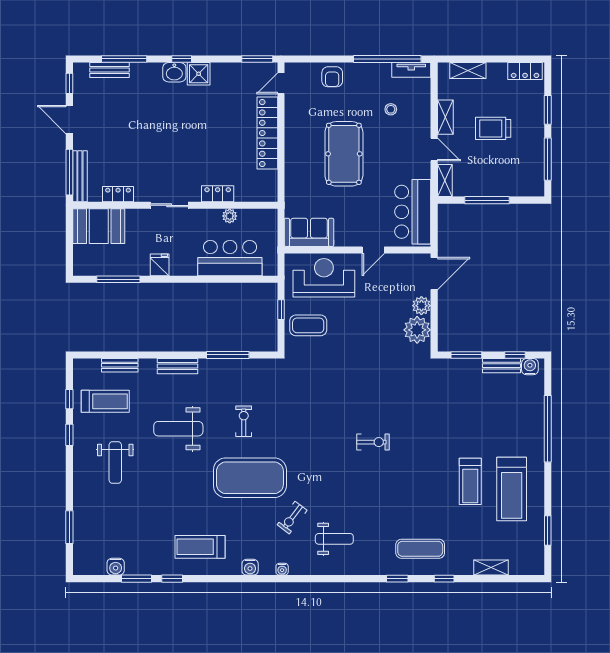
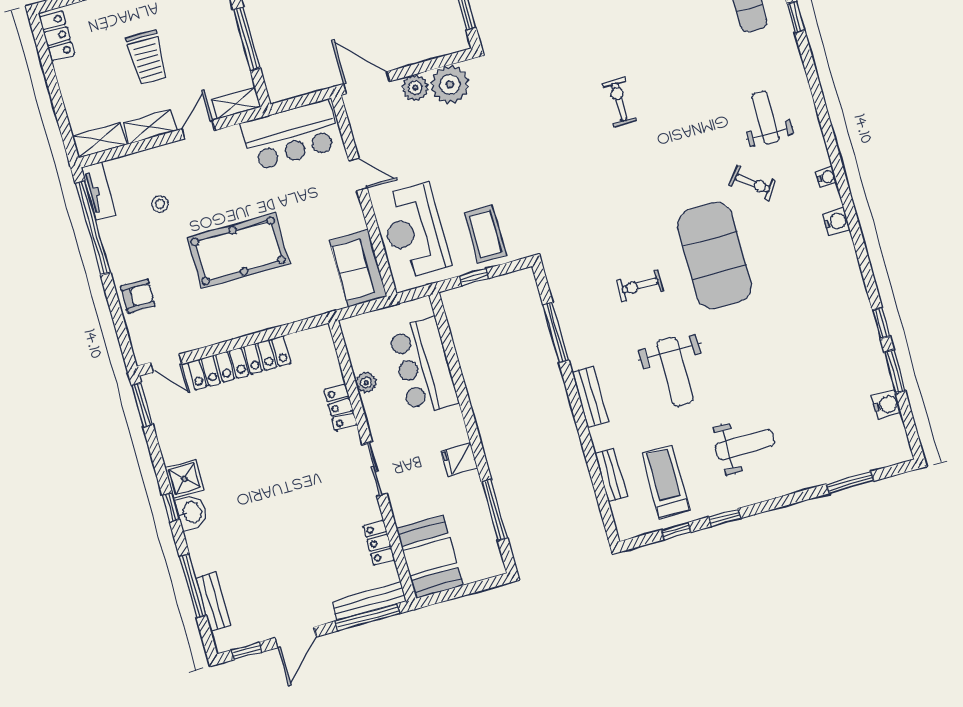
shelving: (468, 71) -> (100, 140), moved, turned 90
treadmill: (200, 547) -> (827, 297), removed

